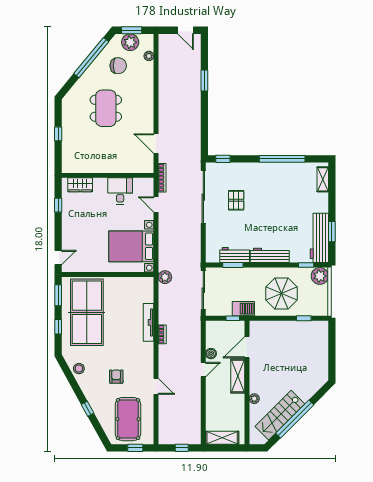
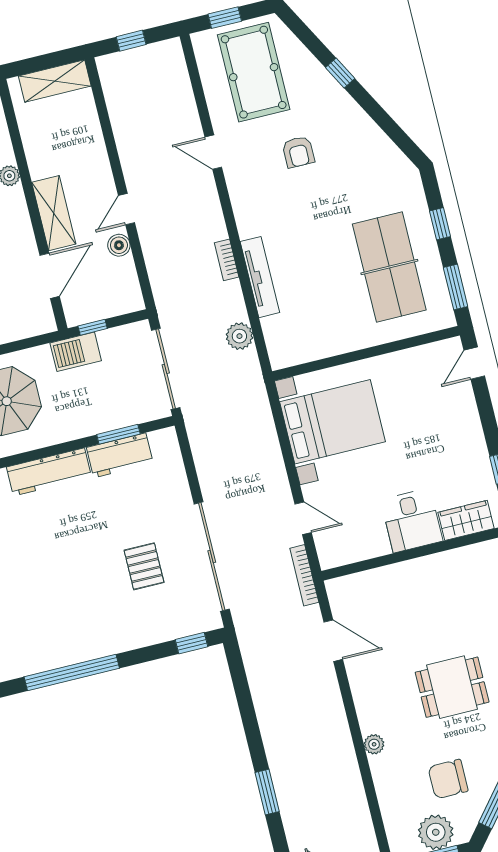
plant: (149, 56) -> (374, 744), moved
dining table: (106, 108) -> (452, 687), width x0.73
desk: (120, 191) -> (412, 520), moved
plant: (165, 277) -> (239, 336), moved
table tennis table: (87, 312) -> (389, 267), width x0.73, depth x0.76
stool: (79, 369) -> (378, 150), removed

